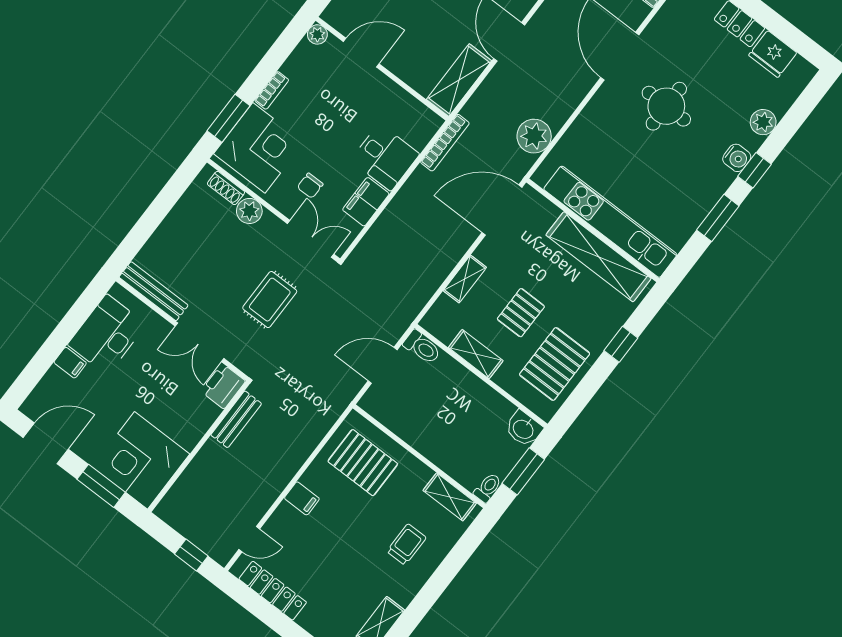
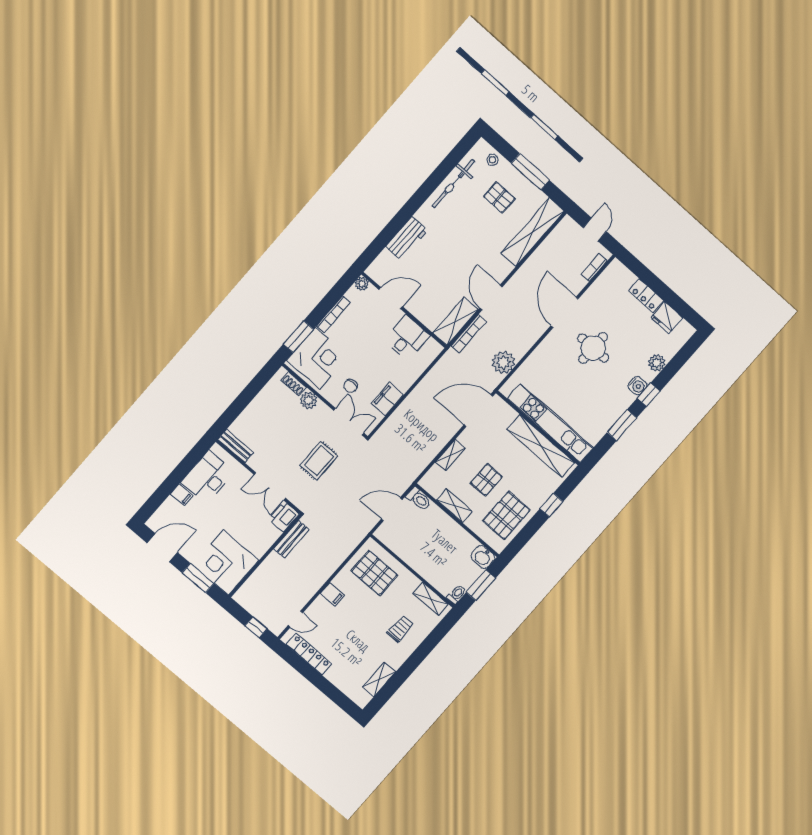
bookcase: (272, 90) -> (333, 314), width x1.56
bookcase: (445, 143) -> (469, 334), moved
desk: (385, 157) -> (407, 338), moved, turned -90
bench: (154, 291) -> (236, 446), width x0.73

